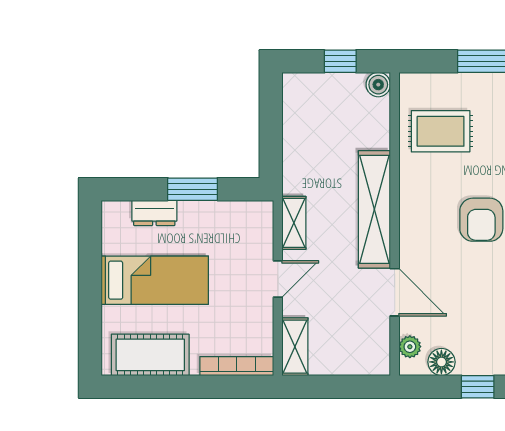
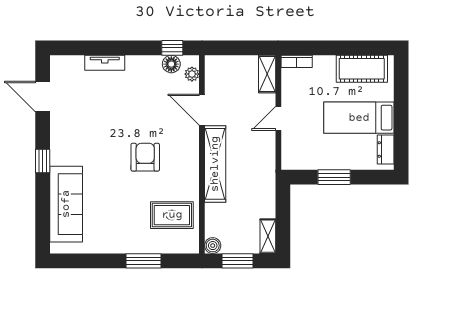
window: (340, 61) -> (238, 261), width x1.50
dresser: (154, 213) -> (386, 150), moved, turned -90
shelving: (294, 223) -> (268, 236), moved
bookcase: (237, 366) -> (297, 61), width x0.64
window: (478, 387) -> (172, 48), moved

